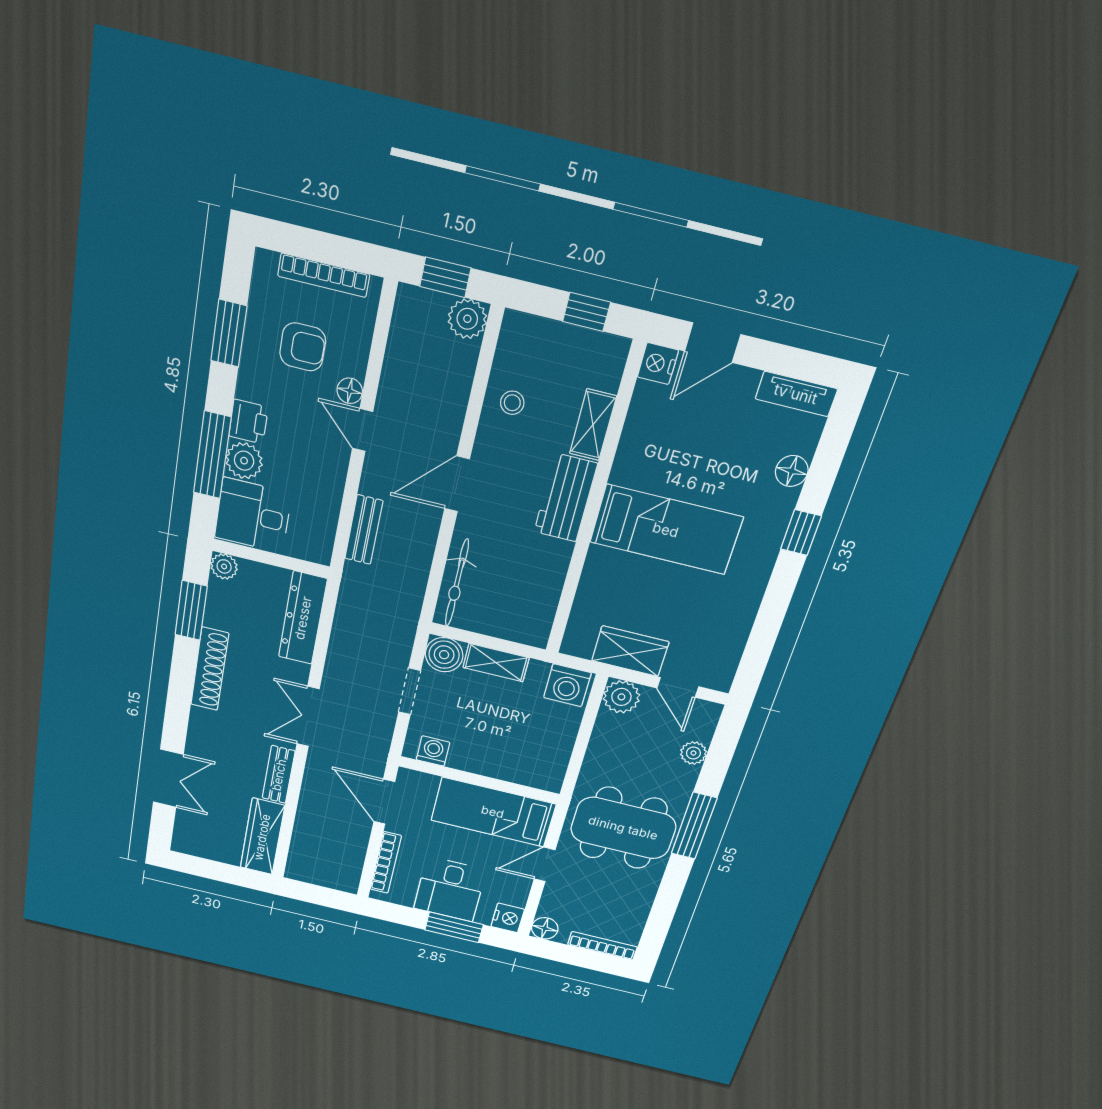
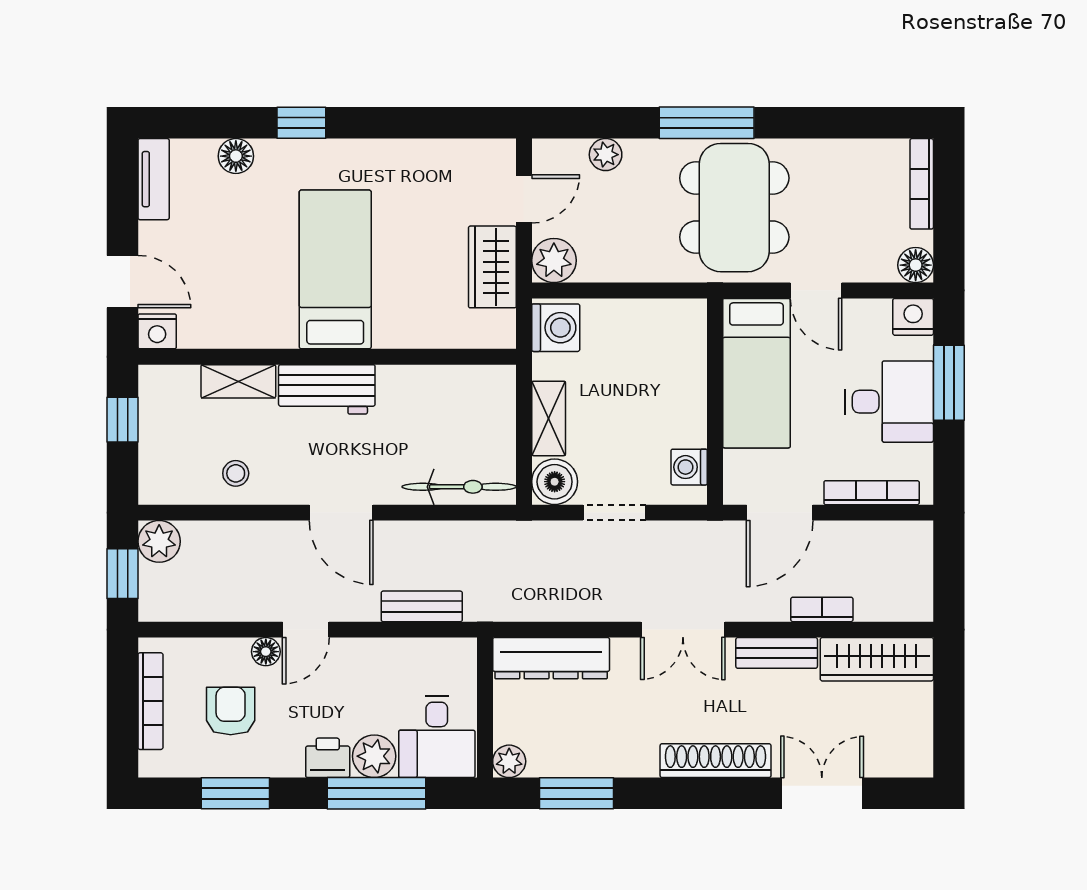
shoe rack: (210, 669) -> (716, 761), moved
bookcase: (306, 811) -> (822, 609), added

